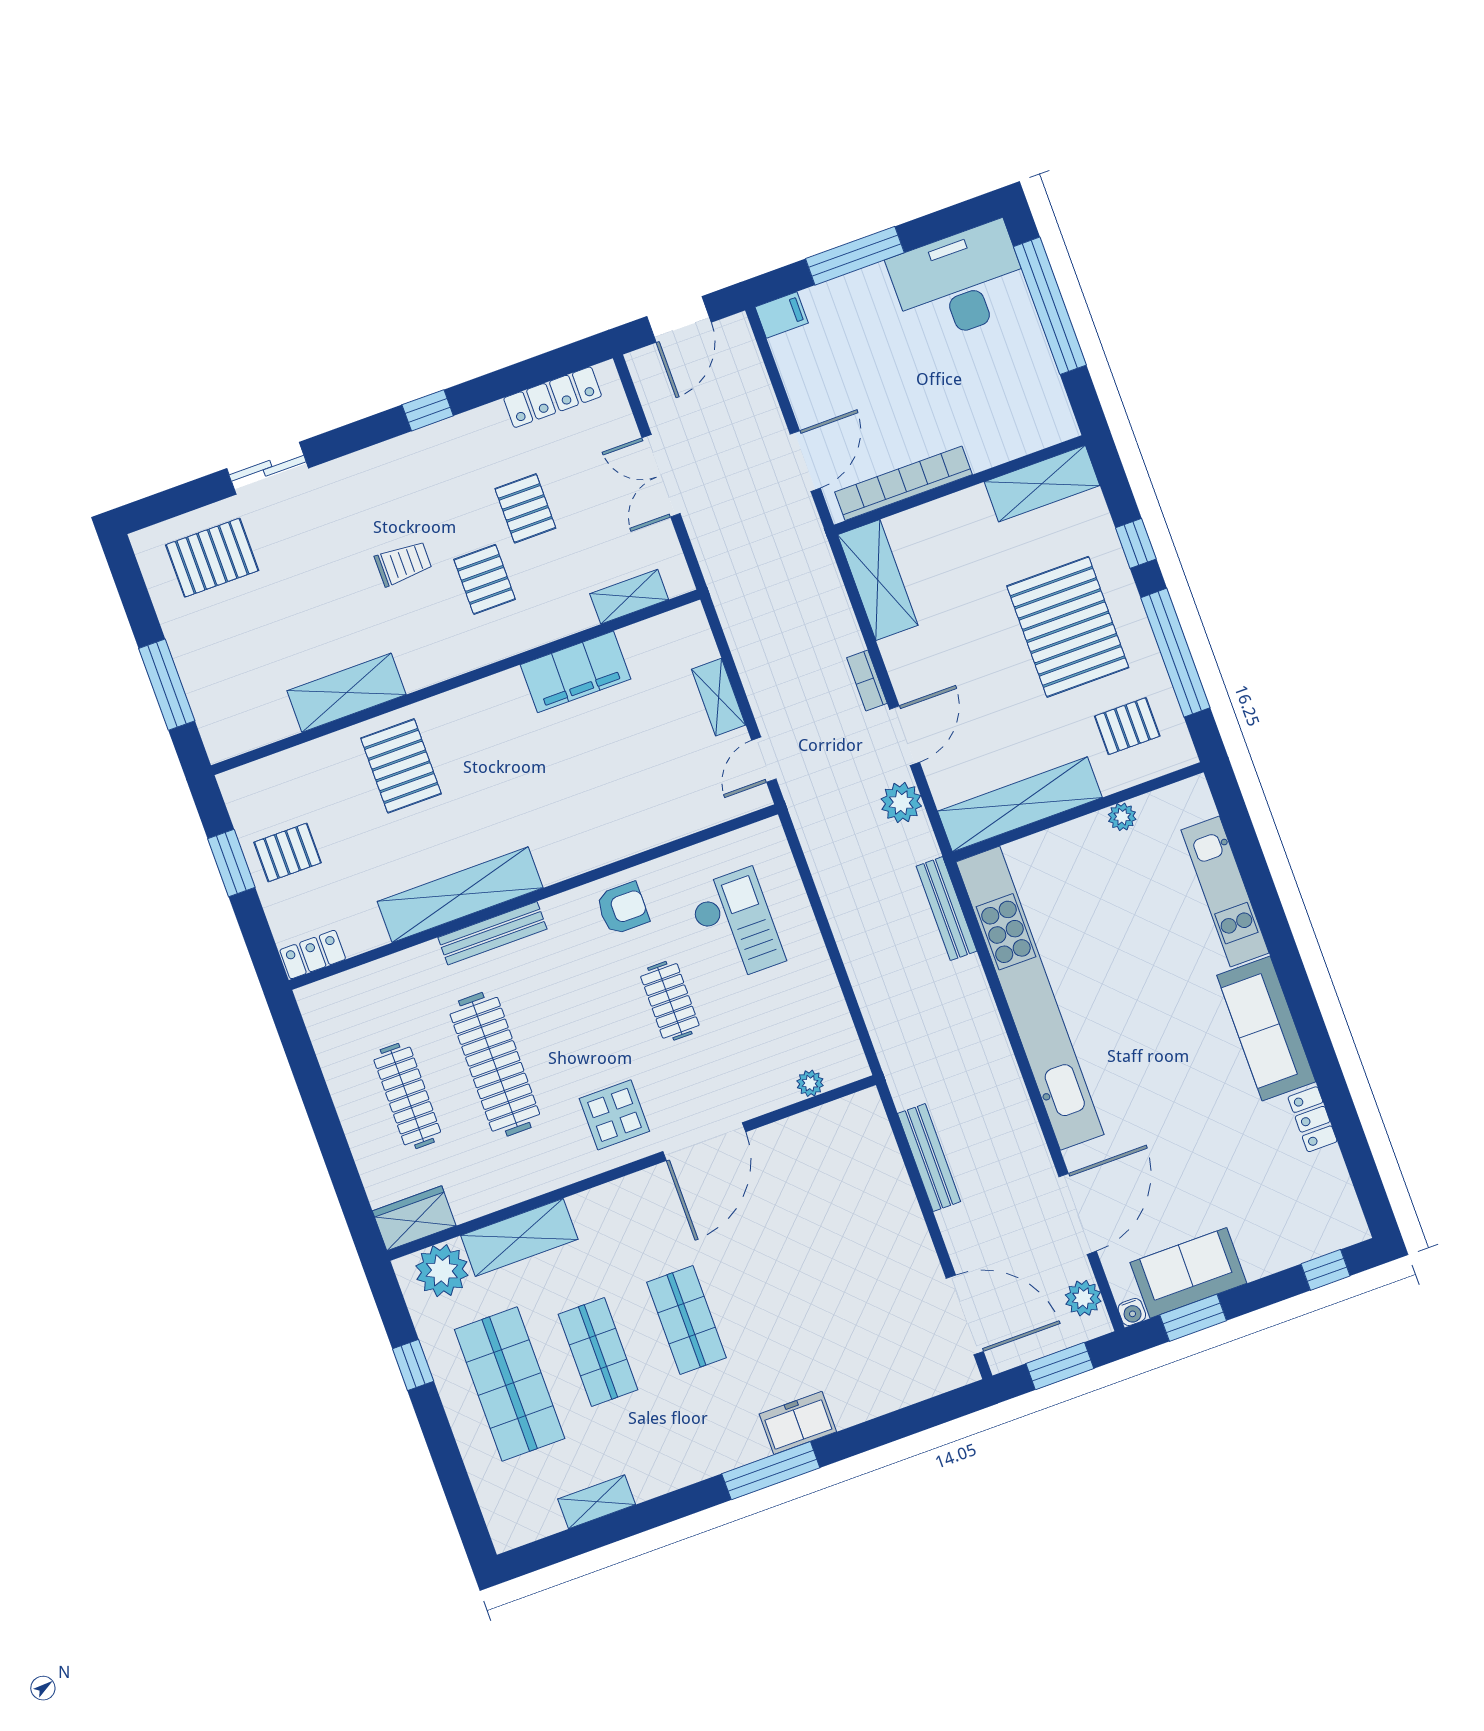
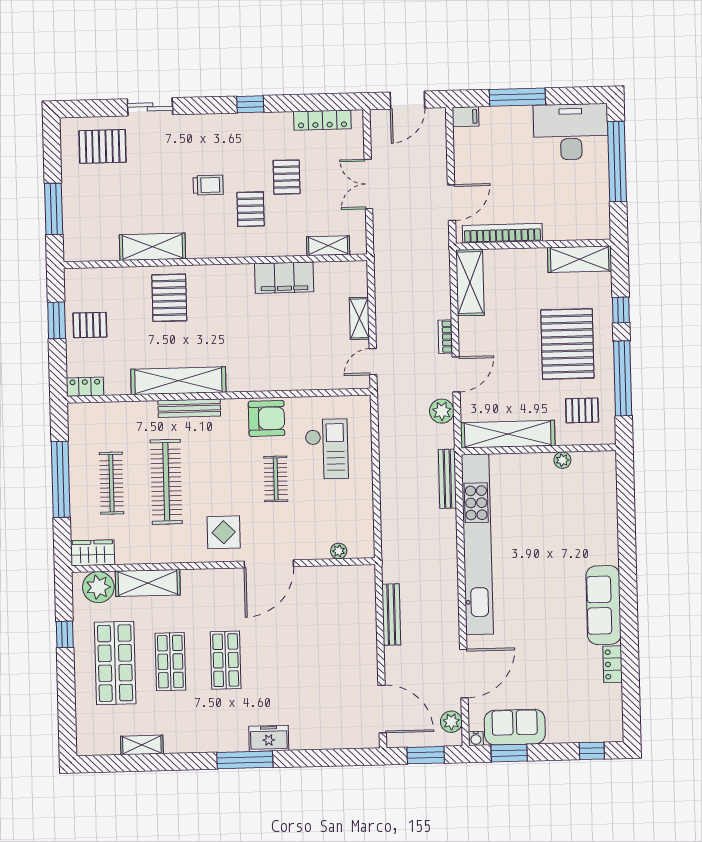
kitchen unit: (1225, 891) -> (606, 521), removed
armchair: (623, 908) -> (267, 418), width x1.38, depth x1.38
window: (323, 1117) -> (61, 479), added

